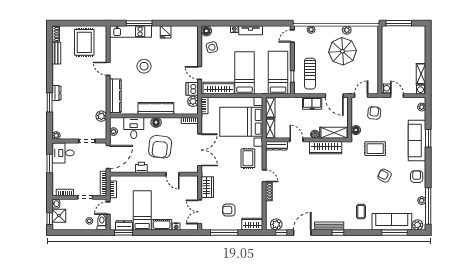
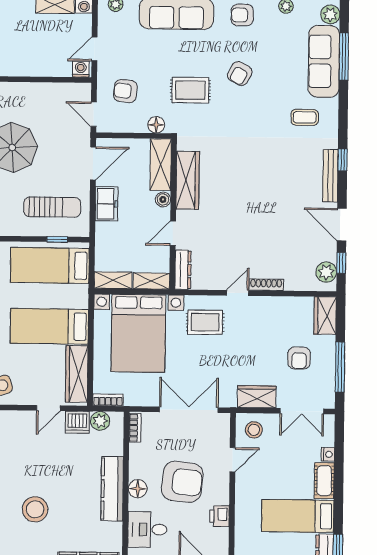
rug: (375, 149) -> (190, 90), turned 90
stool: (189, 186) -> (254, 430), added

